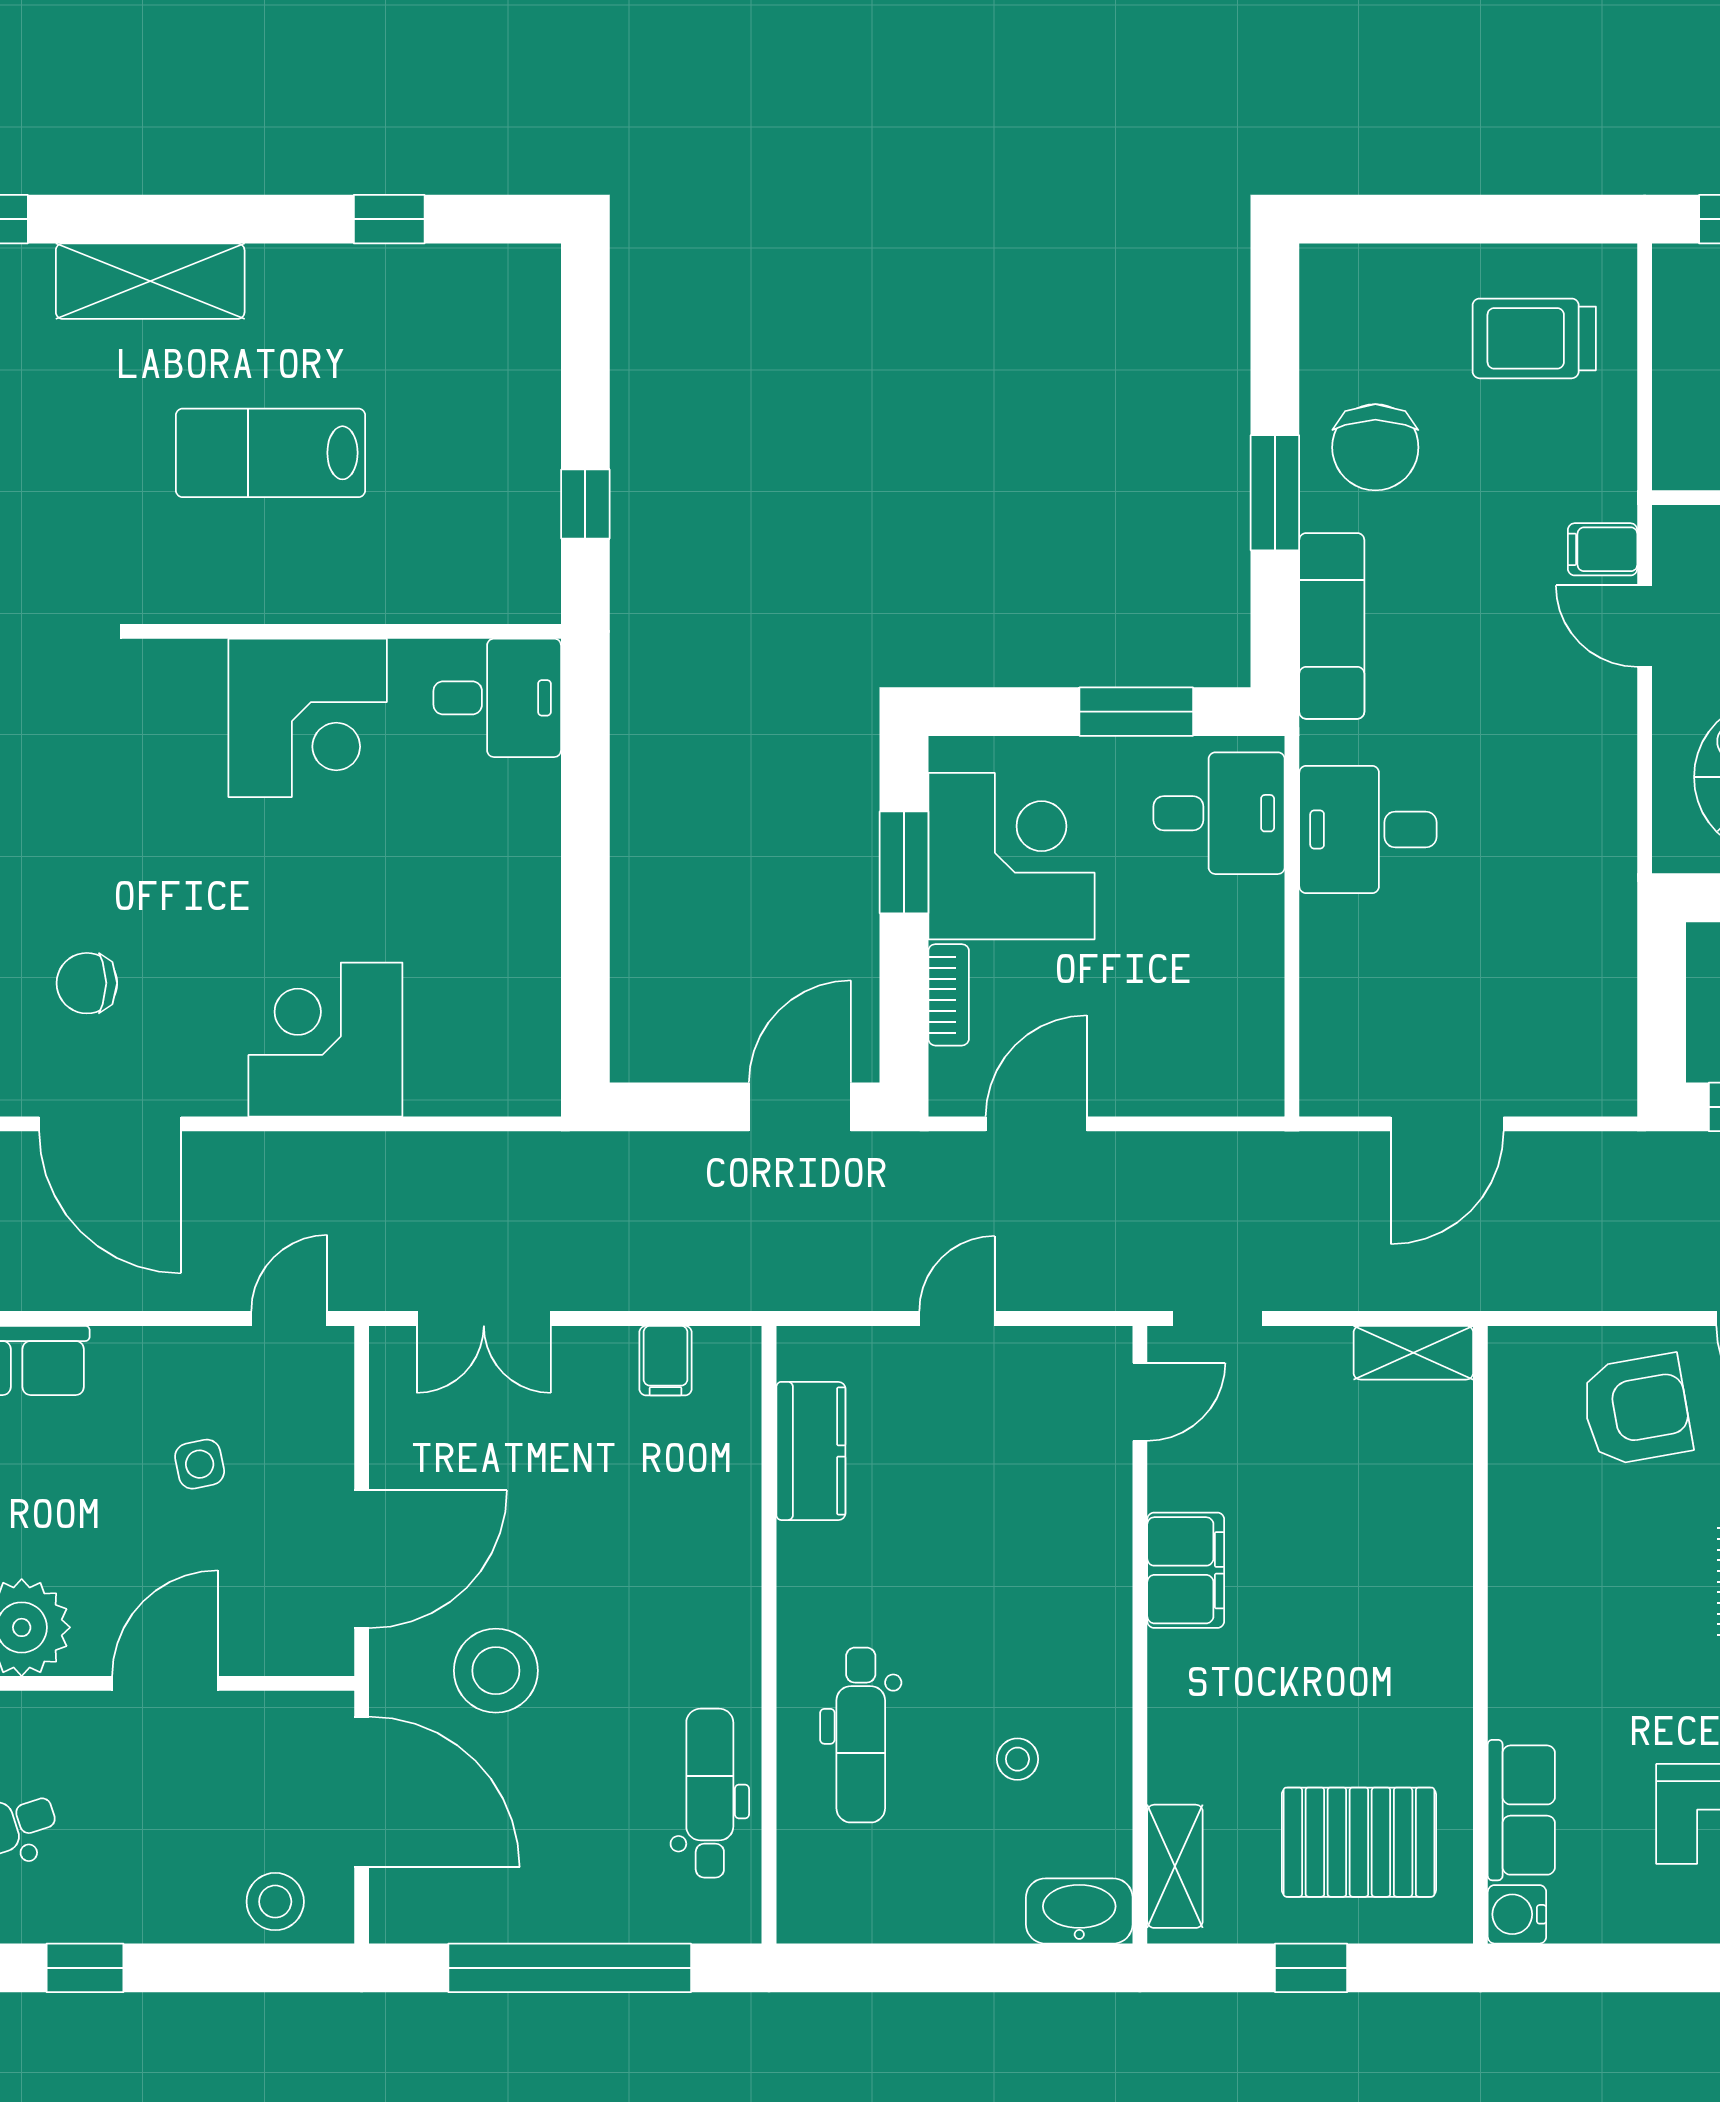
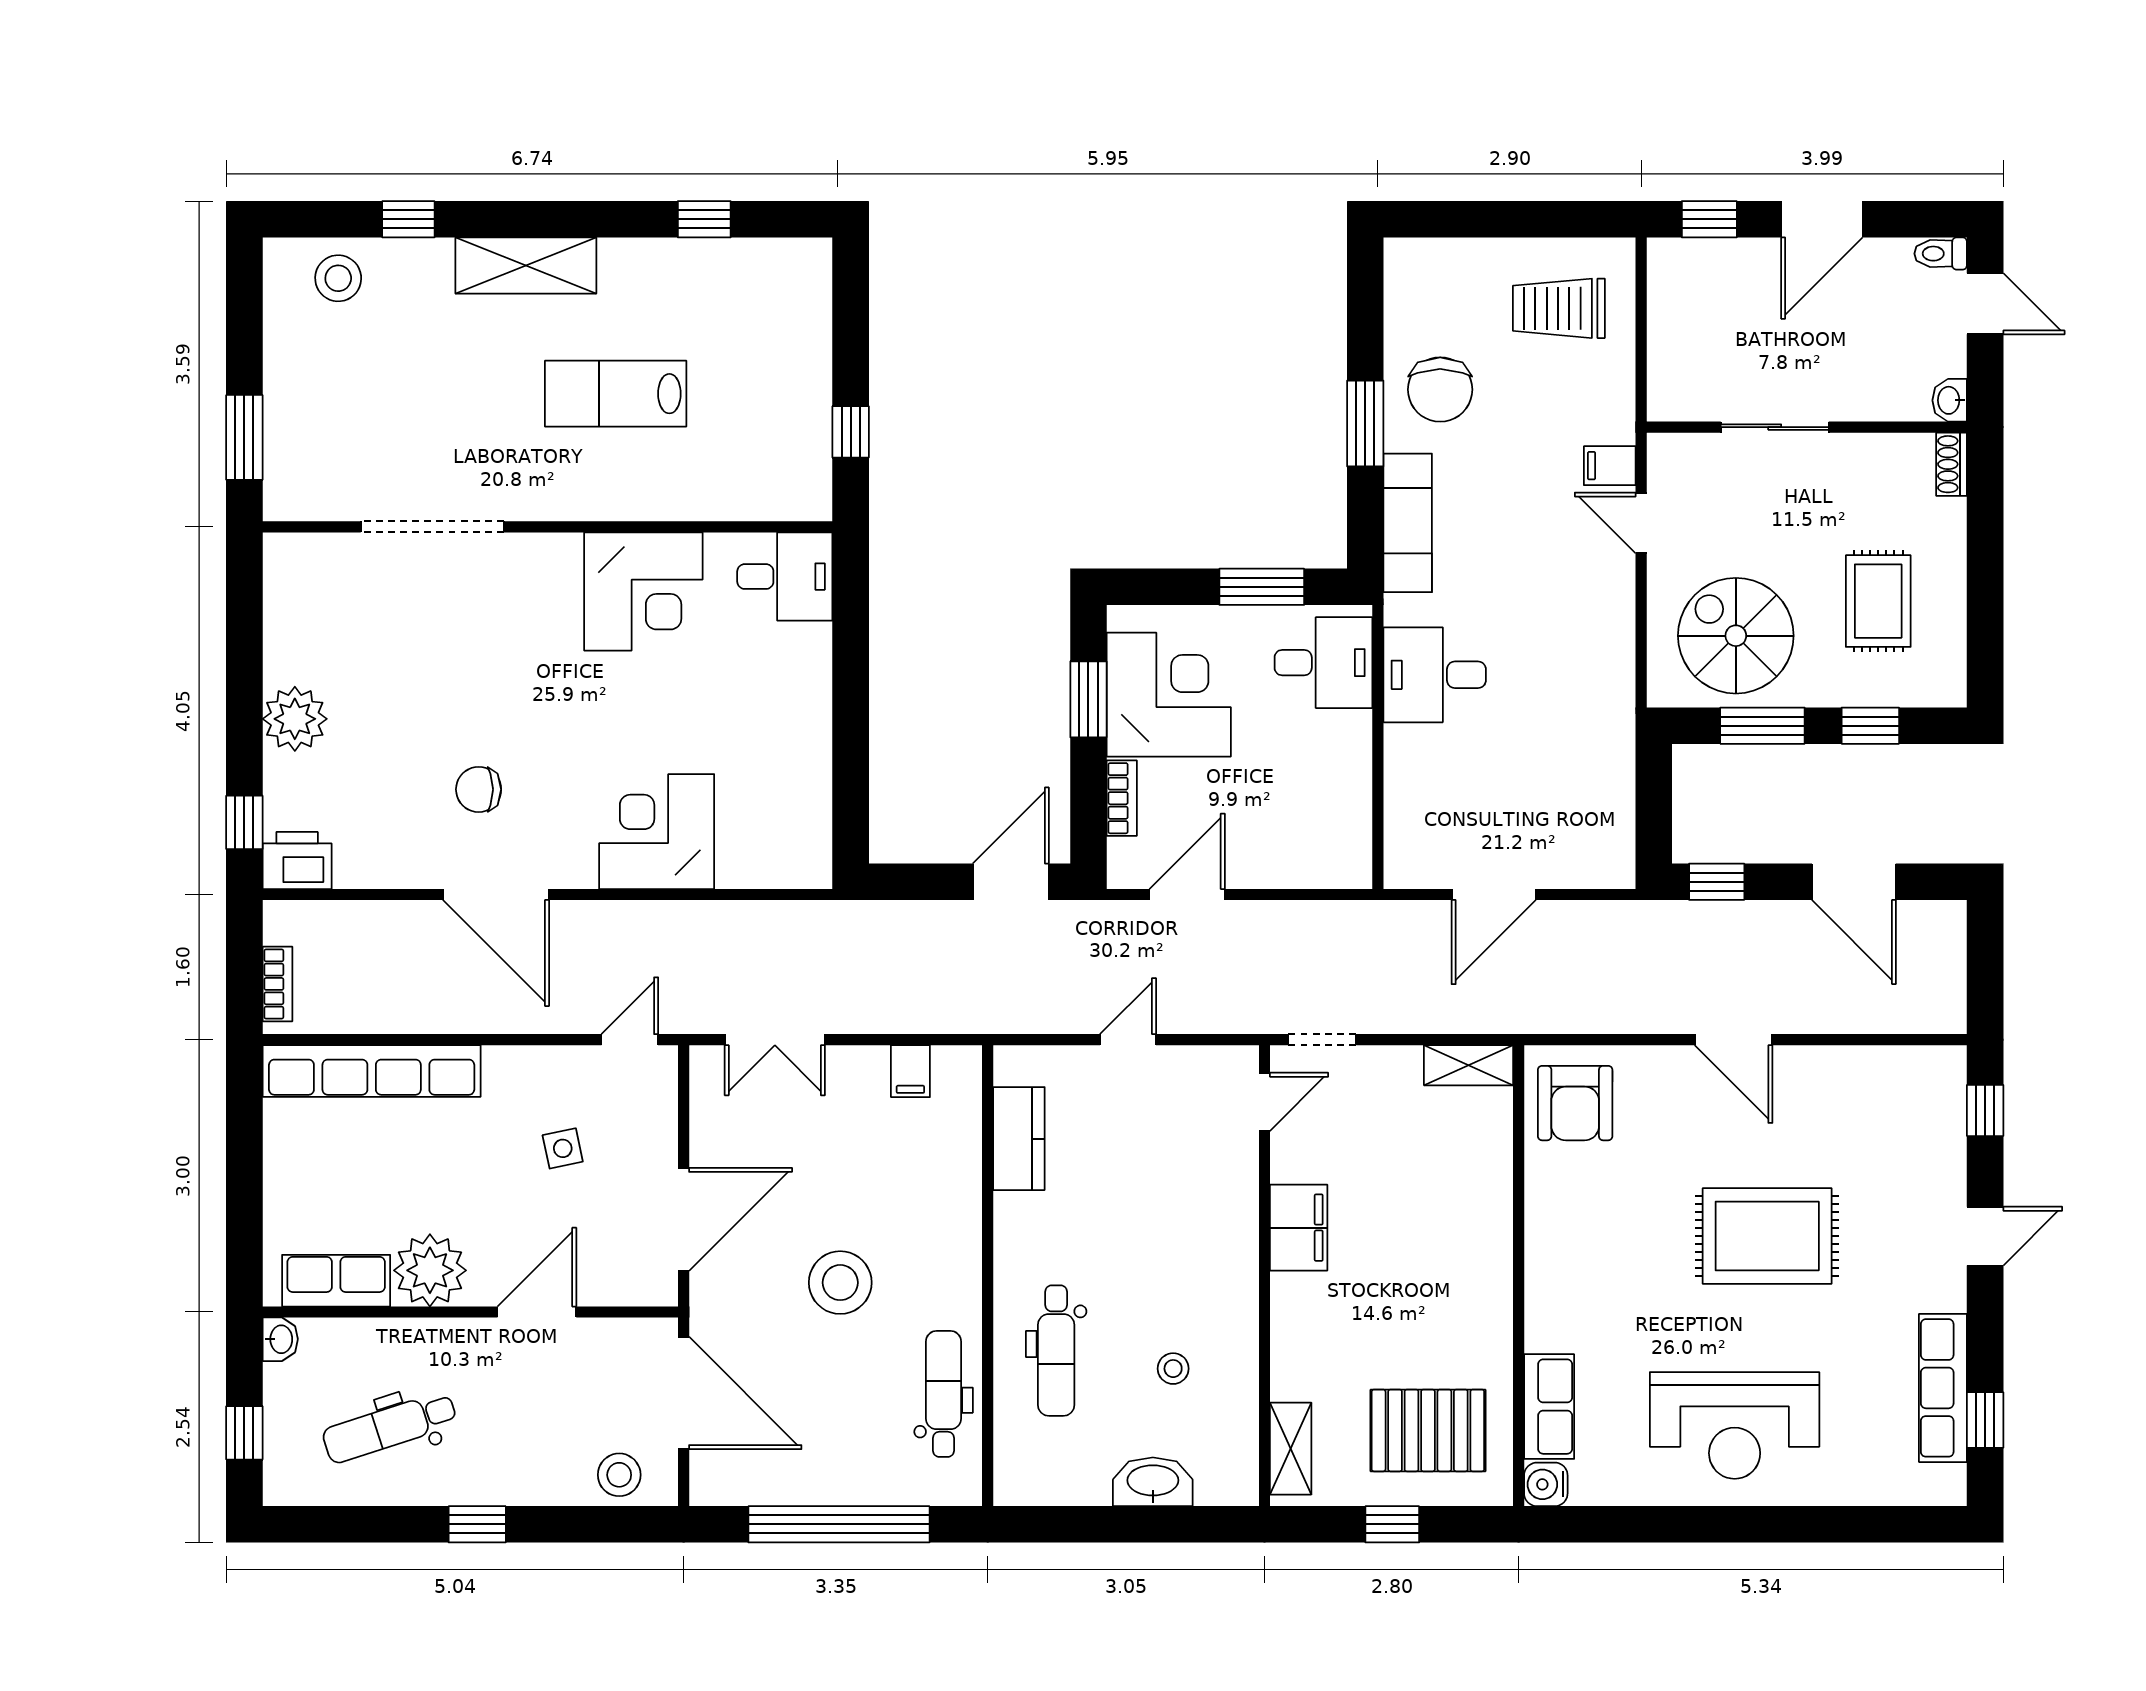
armchair: (1636, 1410) -> (1575, 1103), moved, turned 100
stool: (496, 1671) -> (840, 1283), moved
washbasin: (1079, 1911) -> (1153, 1482), moved

